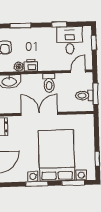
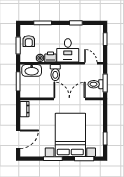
desk: (70, 40) -> (68, 50), moved, turned 180
door: (78, 71) -> (91, 63), hinge flipped
toilet: (49, 83) -> (55, 73), moved
double door: (39, 114) -> (69, 99), moved

